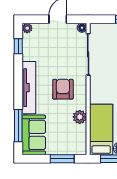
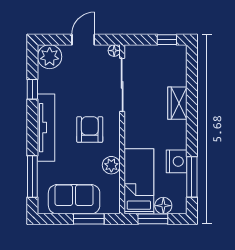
plant: (27, 28) -> (50, 57), width x1.88, depth x1.88
window: (18, 46) -> (32, 89), moved
sofa: (34, 135) -> (74, 199), moved, turned -90

